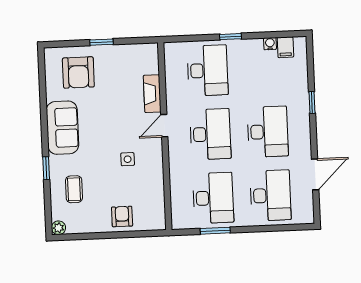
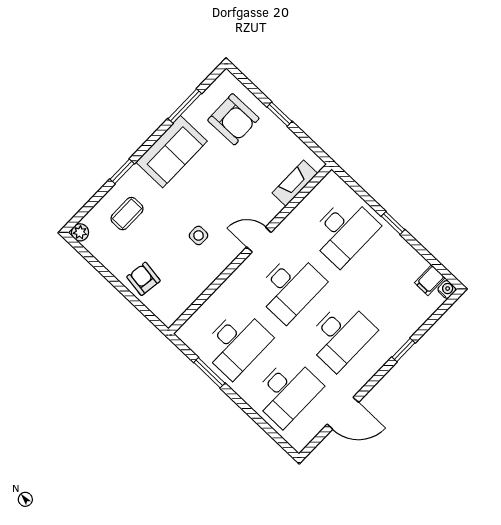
water cooler: (270, 44) -> (447, 289), moved
armchair: (78, 72) -> (233, 119), turned -91
window: (43, 94) -> (185, 106), added
fireplace: (152, 94) -> (295, 183), moved
armchair: (122, 216) -> (143, 279), turned -82

